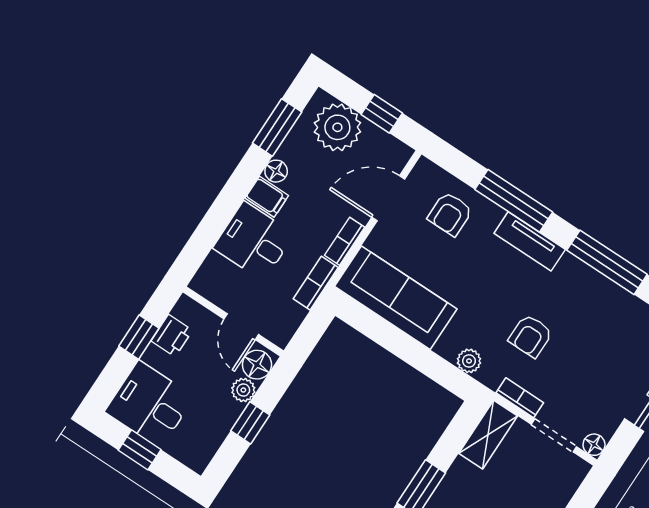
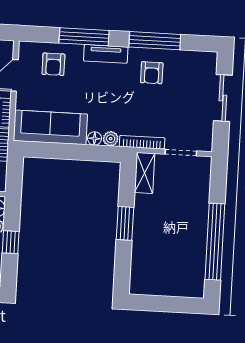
armchair: (531, 336) -> (152, 73), moved
bookcase: (520, 398) -> (142, 142), width x1.56
floor lamp: (594, 445) -> (95, 138), moved

